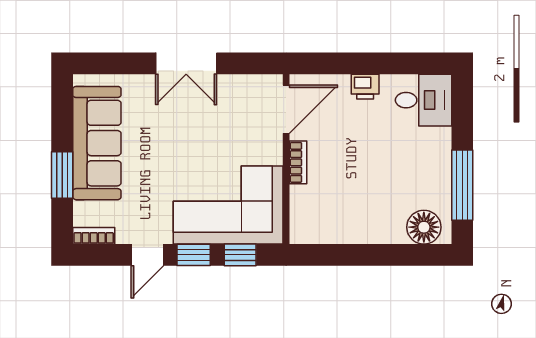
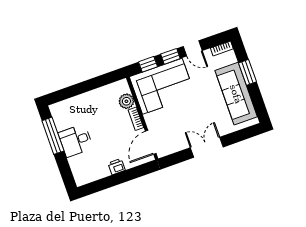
desk: (423, 100) -> (76, 141), moved
plant: (304, 201) -> (126, 101), added
floor lamp: (424, 227) -> (64, 109), removed
door: (147, 255) -> (193, 48), swing flipped

